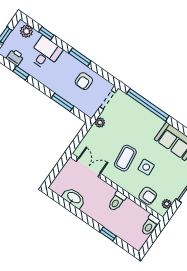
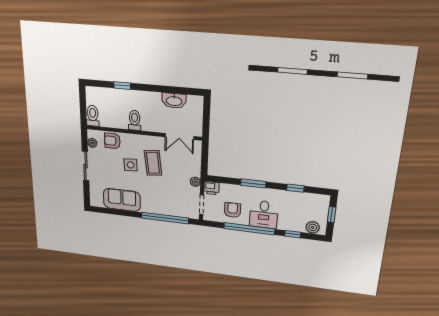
desk: (45, 53) -> (264, 214), moved
printer: (15, 57) -> (211, 188), moved
window: (80, 57) -> (249, 229), width x2.11
window: (62, 102) -> (253, 183), moved

